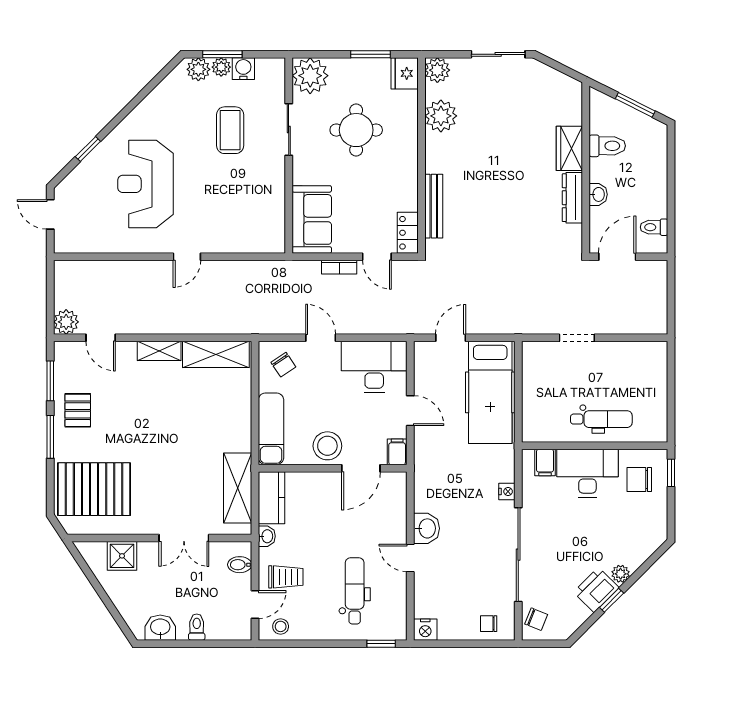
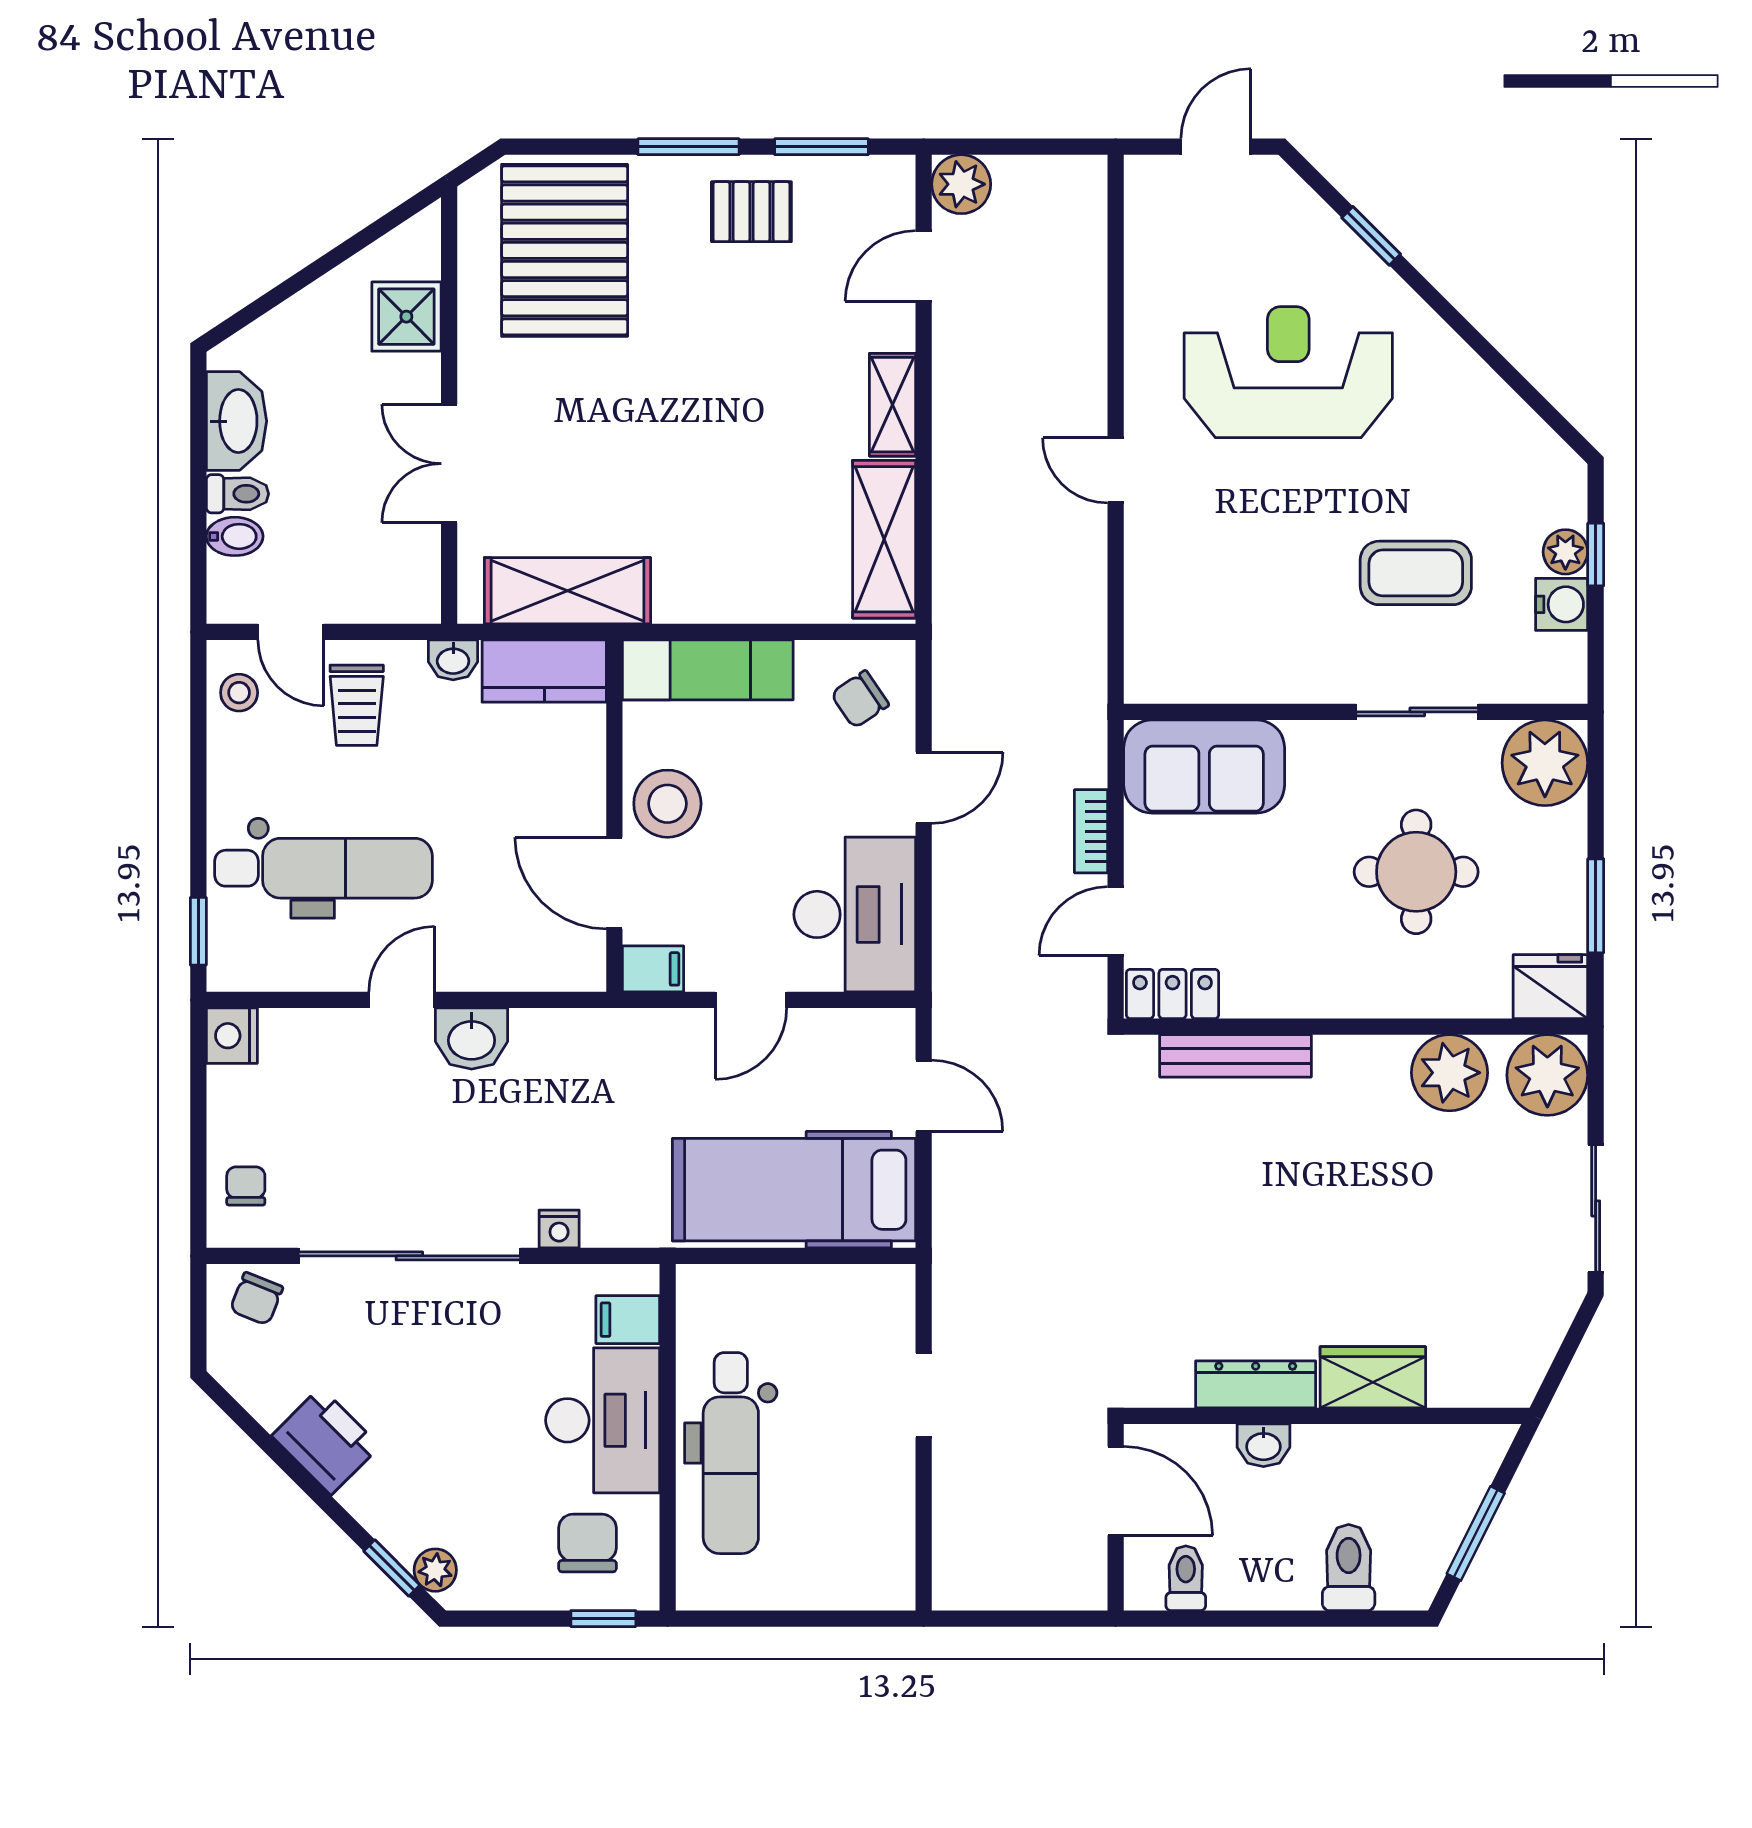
window: (222, 54) -> (1596, 555), width x0.67
plant: (198, 69) -> (1560, 498), removed
plant: (437, 70) -> (1547, 1075), width x1.36, depth x1.36
toilet: (607, 146) -> (1349, 1568), moved, turned 180
dental chair: (601, 419) -> (731, 1453), width x1.36, depth x1.38
bidet: (240, 565) -> (235, 536), moved, turned 90
plant: (621, 574) -> (435, 1570), moved
dental chair: (355, 591) -> (324, 868), width x1.36, depth x1.38
window: (612, 600) -> (392, 1568), moved
washbasin: (160, 628) -> (236, 421), width x1.38

